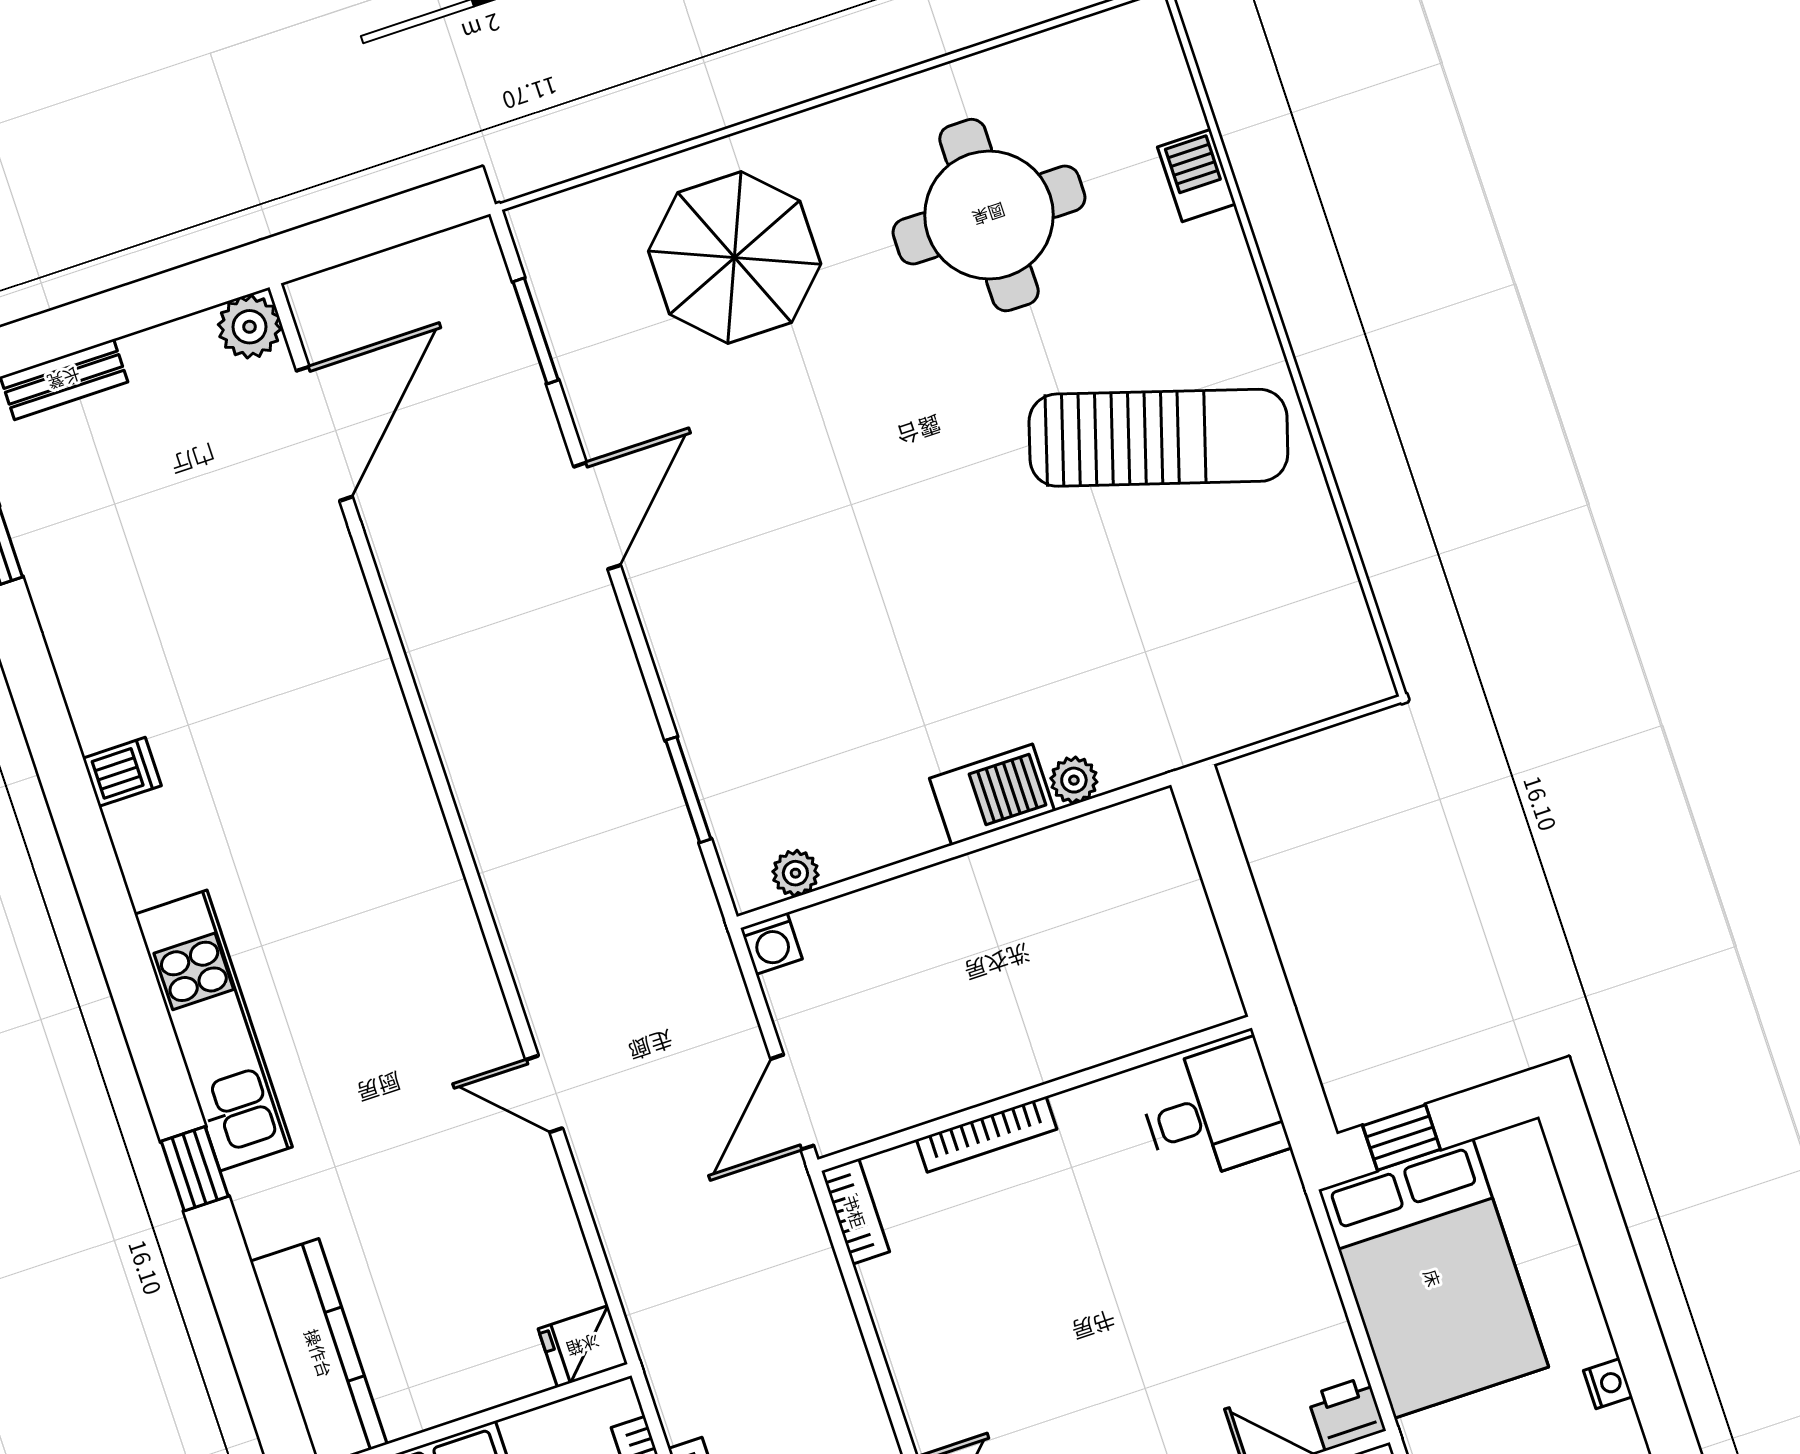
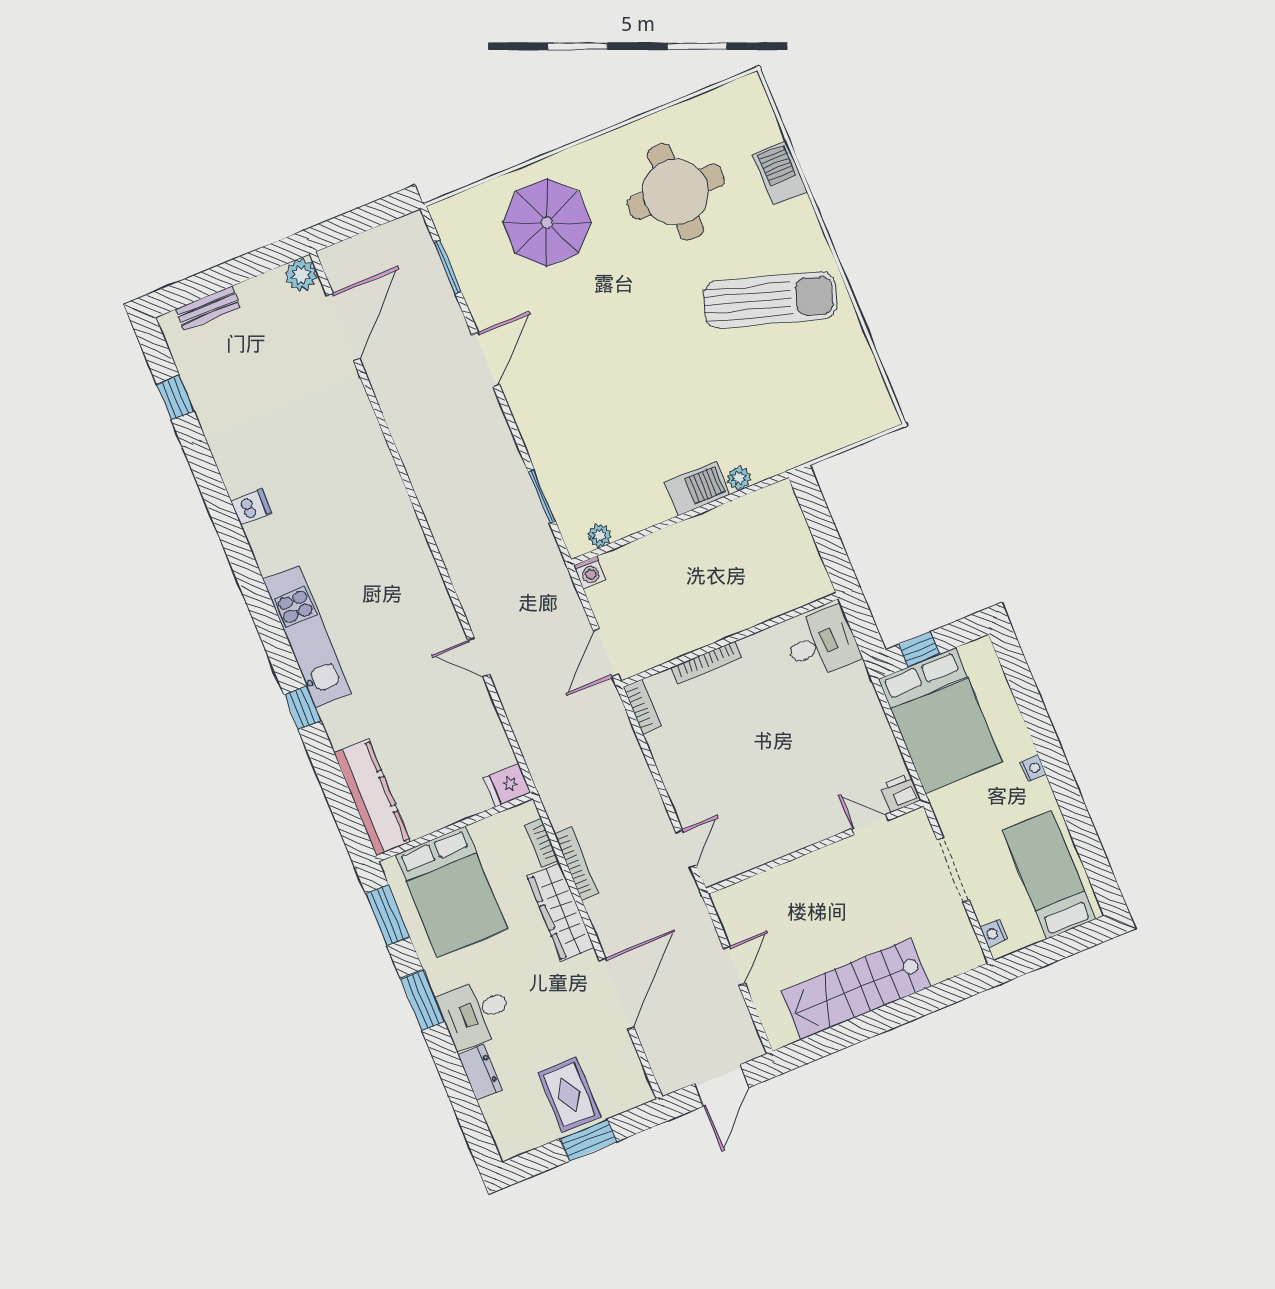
barbecue: (1197, 176) -> (780, 173), width x1.38, depth x1.27

